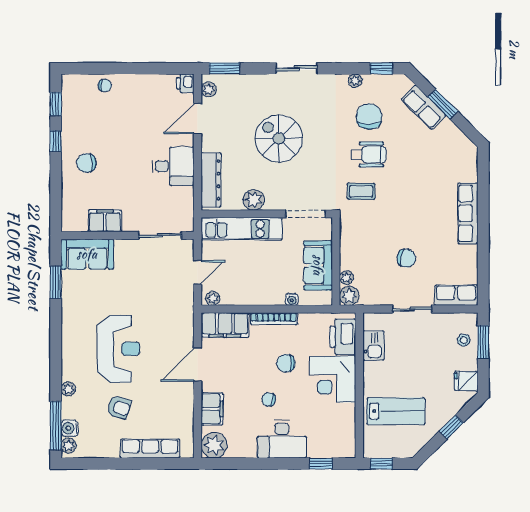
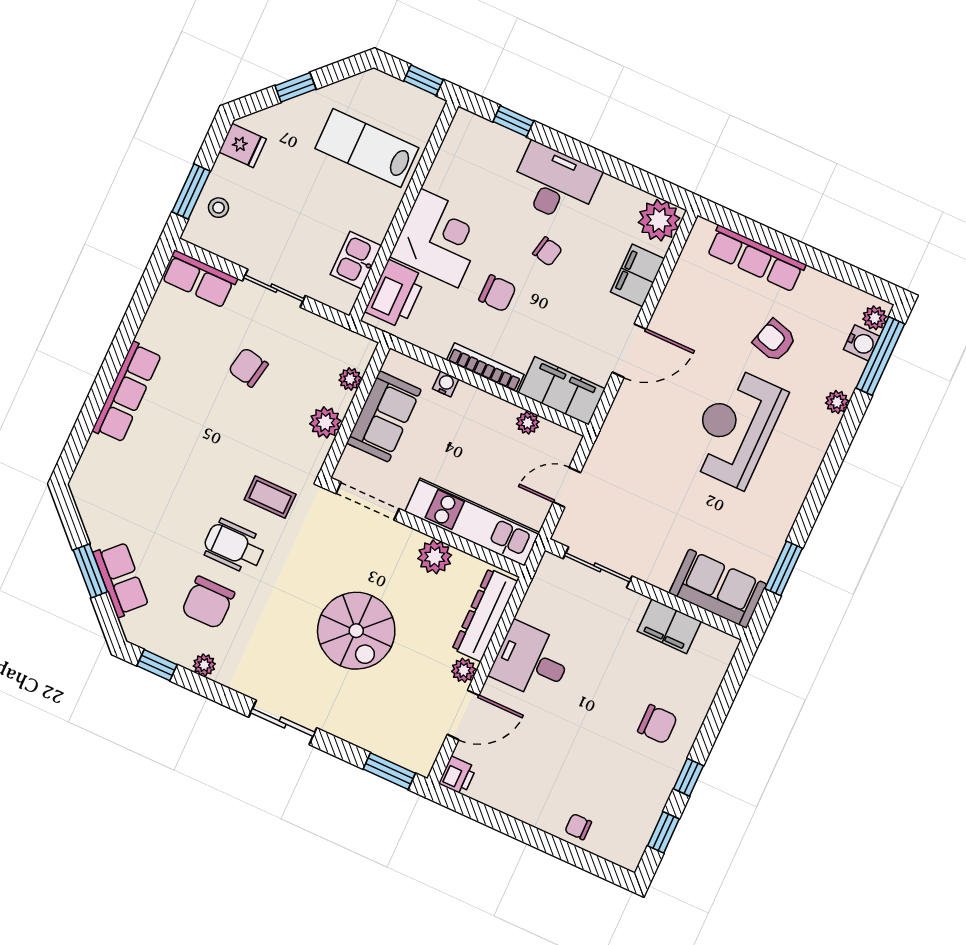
plant: (209, 89) -> (464, 670), moved
plant: (349, 296) -> (325, 422), moved
plant: (213, 298) -> (528, 423), moved

